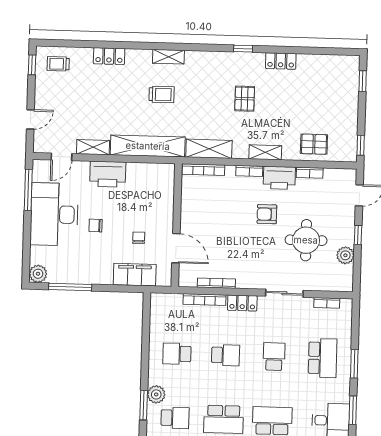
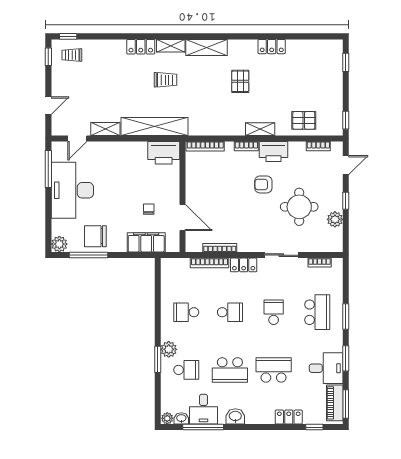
window: (243, 49) -> (68, 36), moved
locker: (109, 56) -> (141, 47), moved
shelving: (209, 149) -> (207, 48), moved
bookcase: (310, 173) -> (318, 146), moved
printer: (108, 174) -> (164, 153), moved
chair: (96, 226) -> (95, 236), moved, width x1.87, depth x1.87

